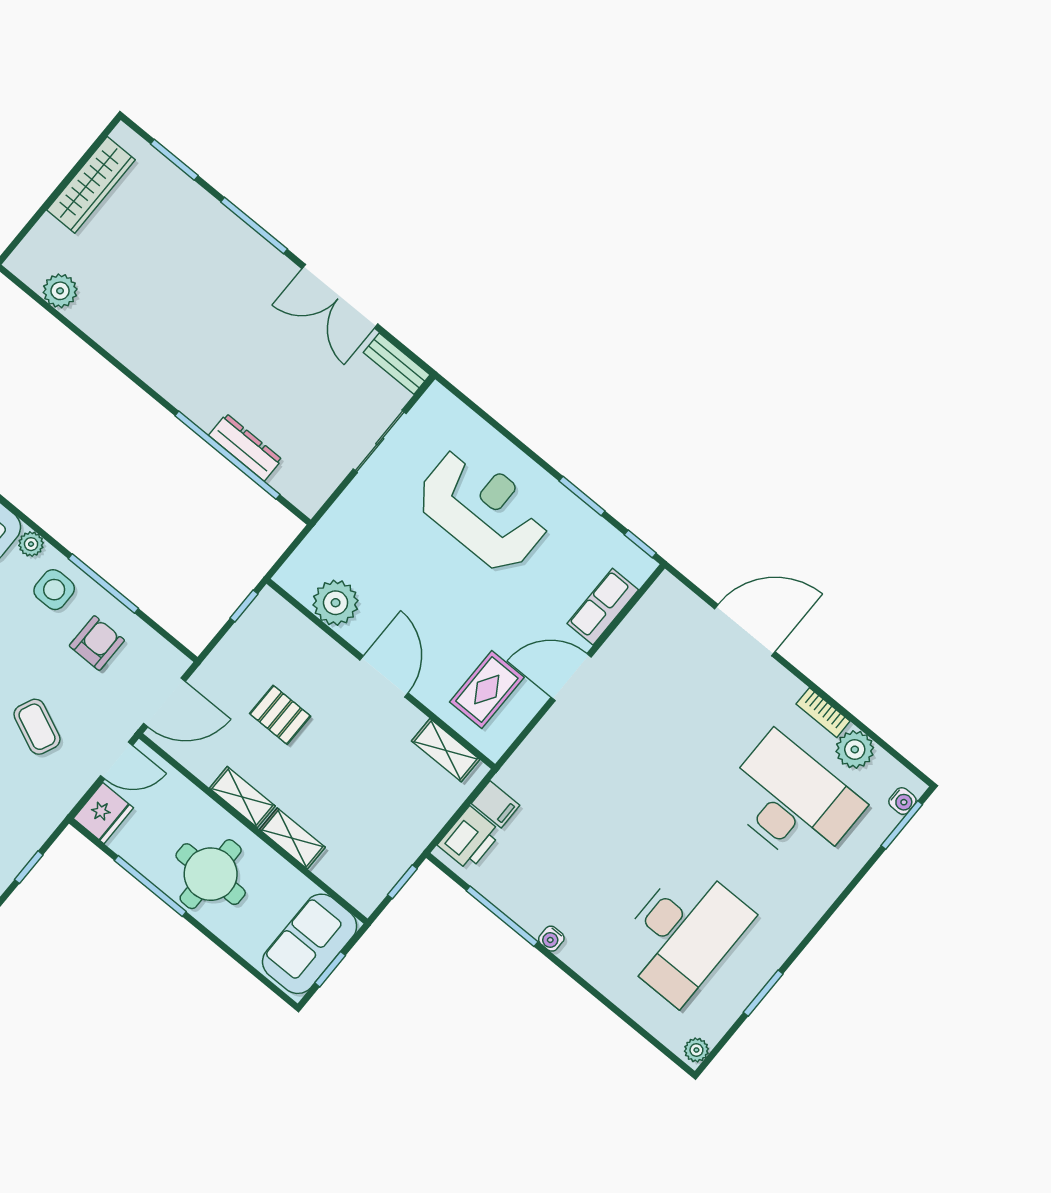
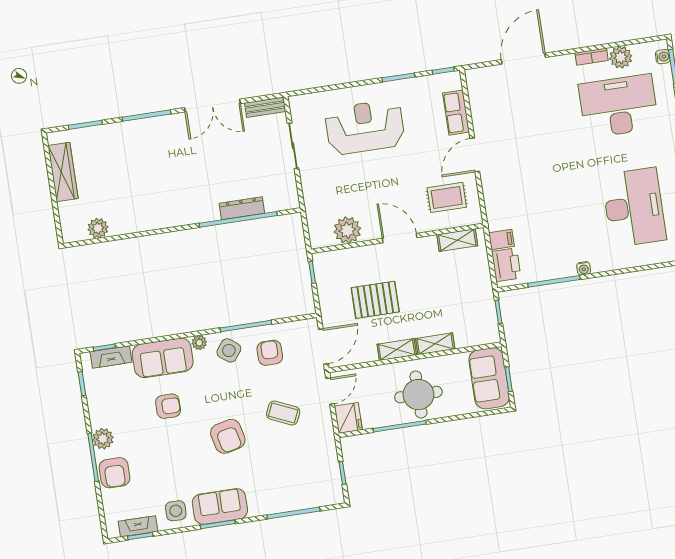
side table: (54, 590) -> (229, 350), turned 37
rug: (487, 690) -> (447, 197), turned 90
pallet: (280, 715) -> (375, 300), width x1.50, depth x1.42

